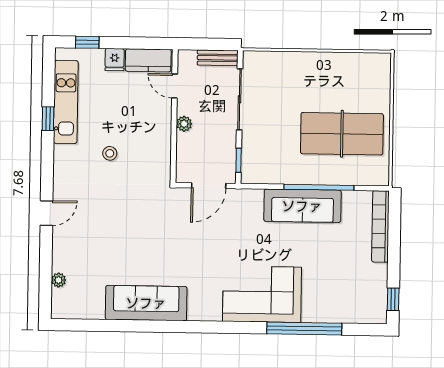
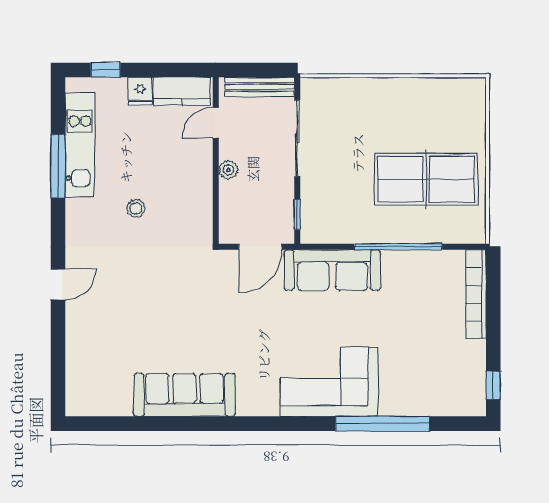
bench: (218, 58) -> (260, 87), width x1.36
door: (175, 86) -> (216, 123), hinge flipped
window: (48, 119) -> (58, 166), width x2.17
sofa: (302, 206) -> (332, 270), moved
plant: (59, 280) -> (74, 368), removed

